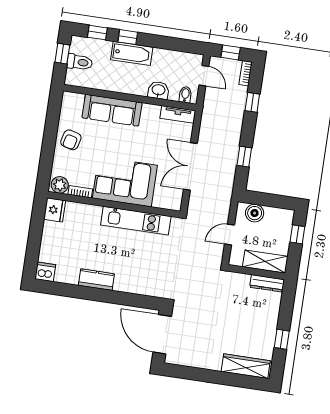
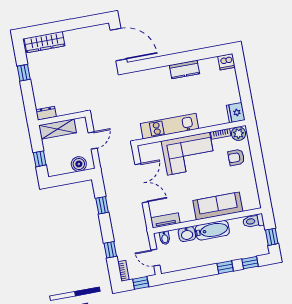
bathtub: (132, 53) -> (212, 230), moved, turned 180
toilet: (80, 62) -> (253, 221), moved
armchair: (71, 140) -> (236, 157), moved, turned -105
dresser: (267, 283) -> (46, 113), width x0.70

